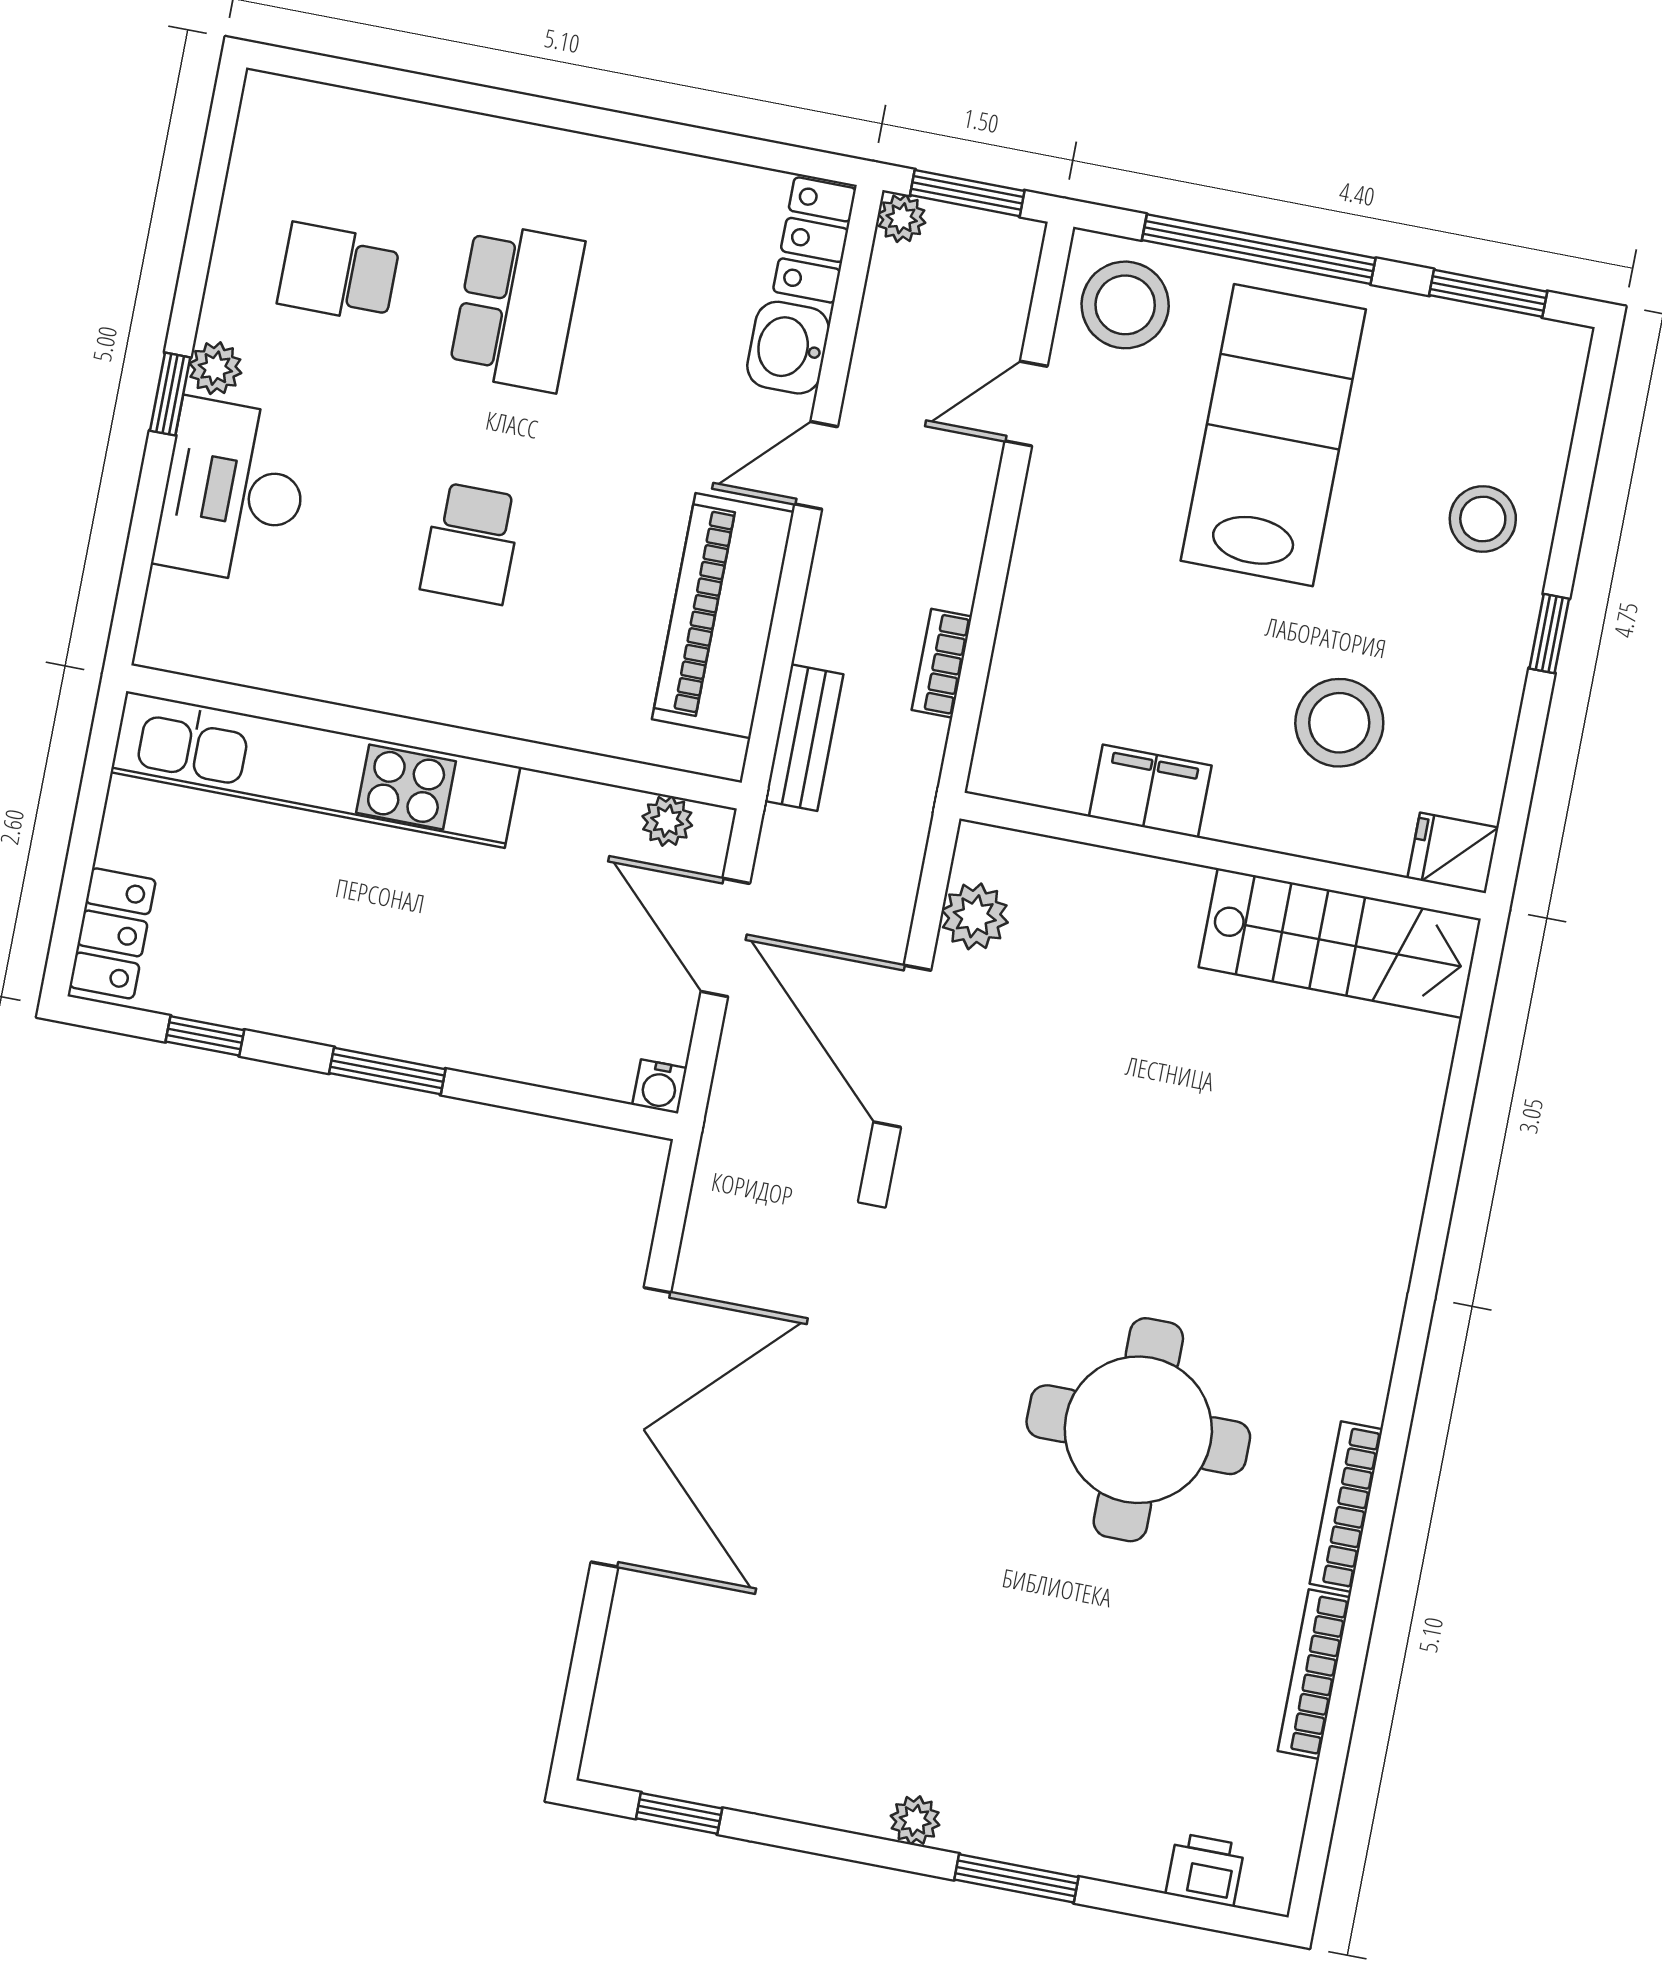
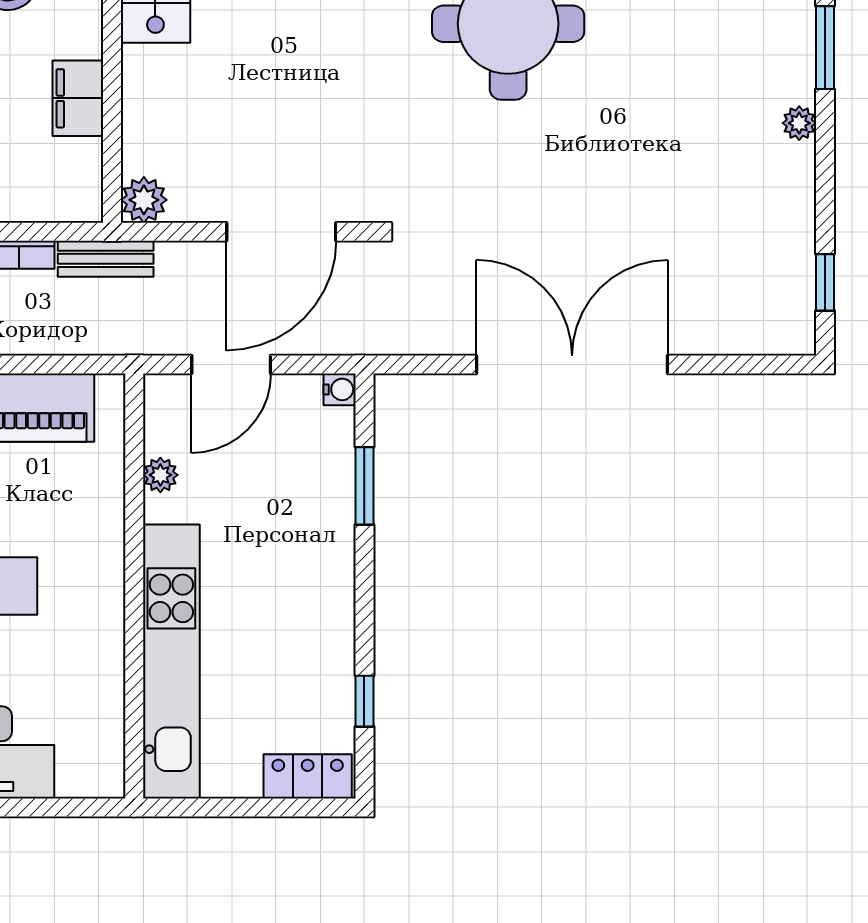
bench: (804, 738) -> (106, 259), moved
plant: (667, 821) -> (160, 475), moved
plant: (975, 916) -> (144, 200), moved
window: (387, 1071) -> (364, 486), moved

